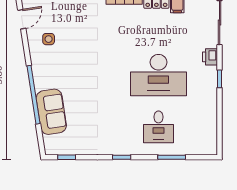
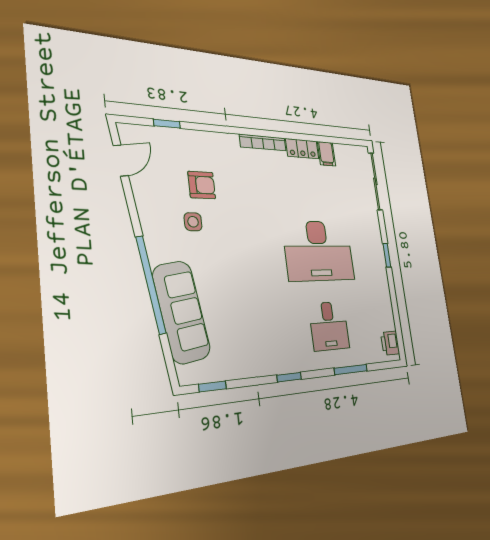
armchair: (74, 32) -> (202, 185), added
side table: (49, 39) -> (193, 222), moved
printer: (210, 57) -> (390, 343), moved
sofa: (51, 112) -> (181, 312), width x1.36

